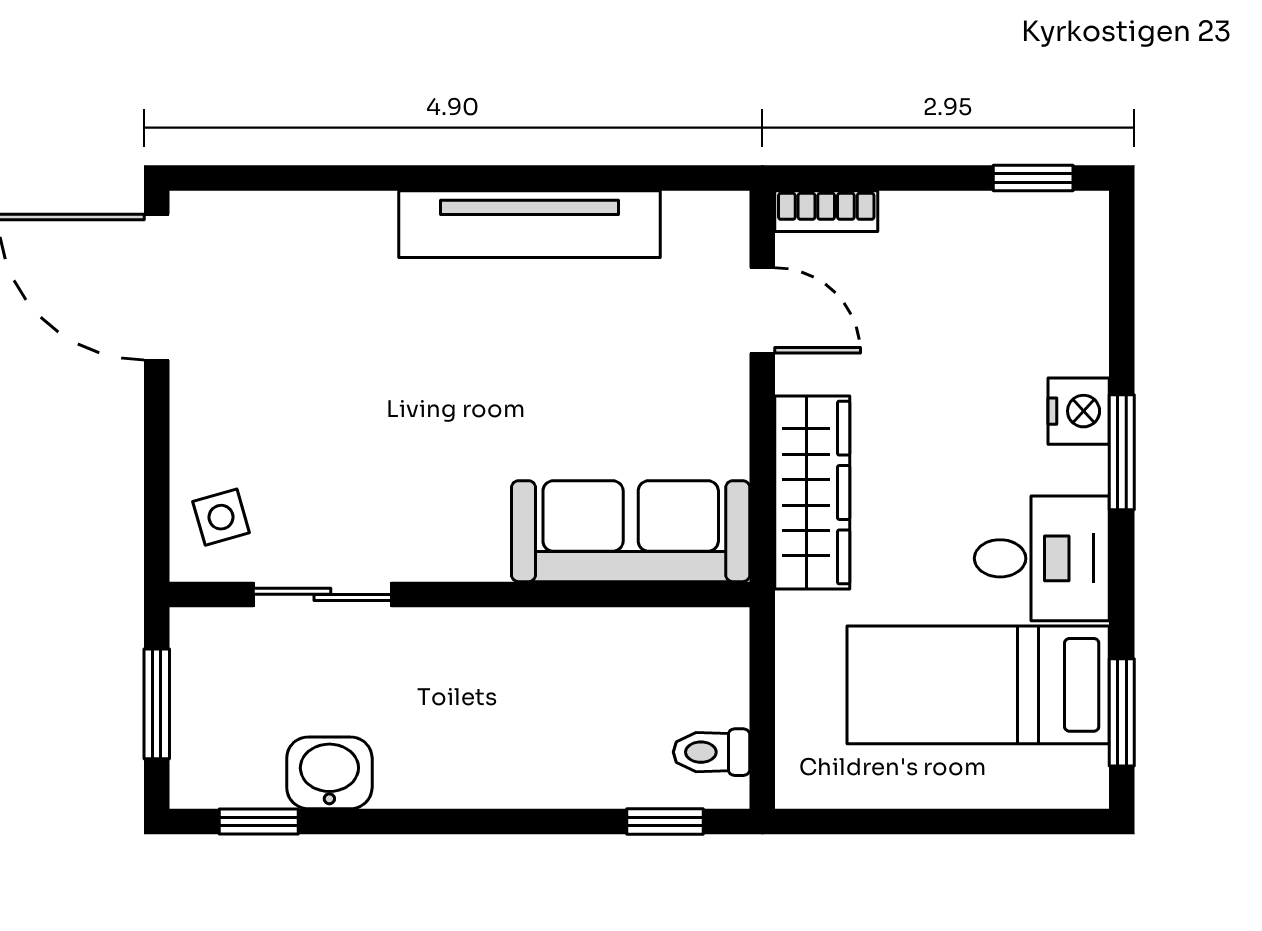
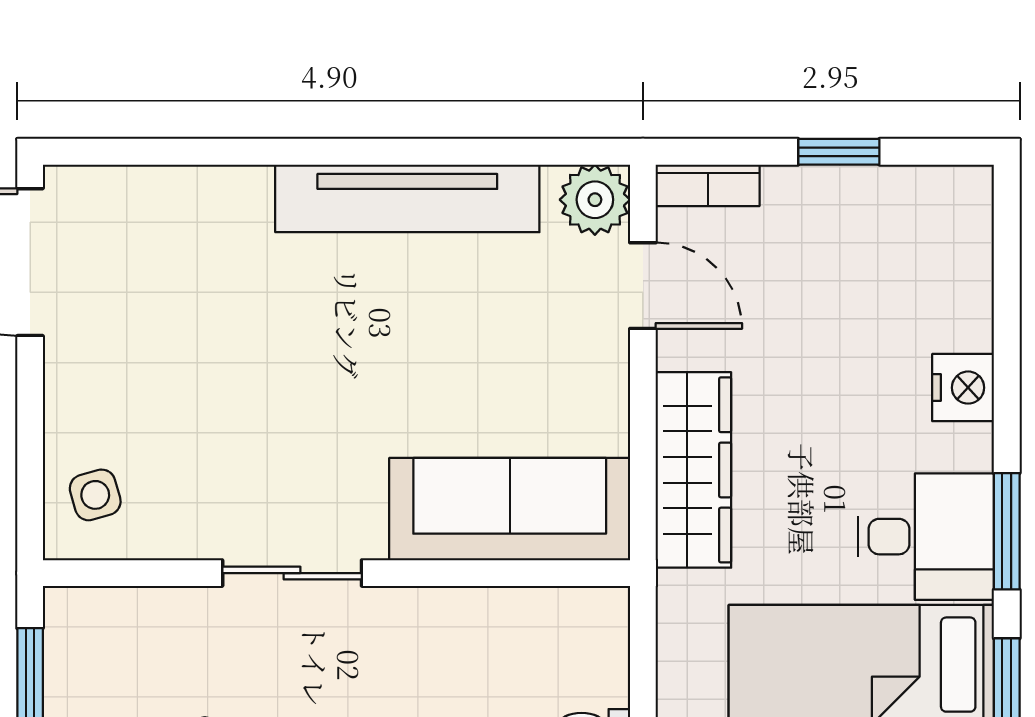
window: (1033, 178) -> (839, 152), moved
plant: (715, 225) -> (595, 200), added
window: (1122, 452) -> (1007, 531), moved
sliding door: (322, 594) -> (292, 573), moved

